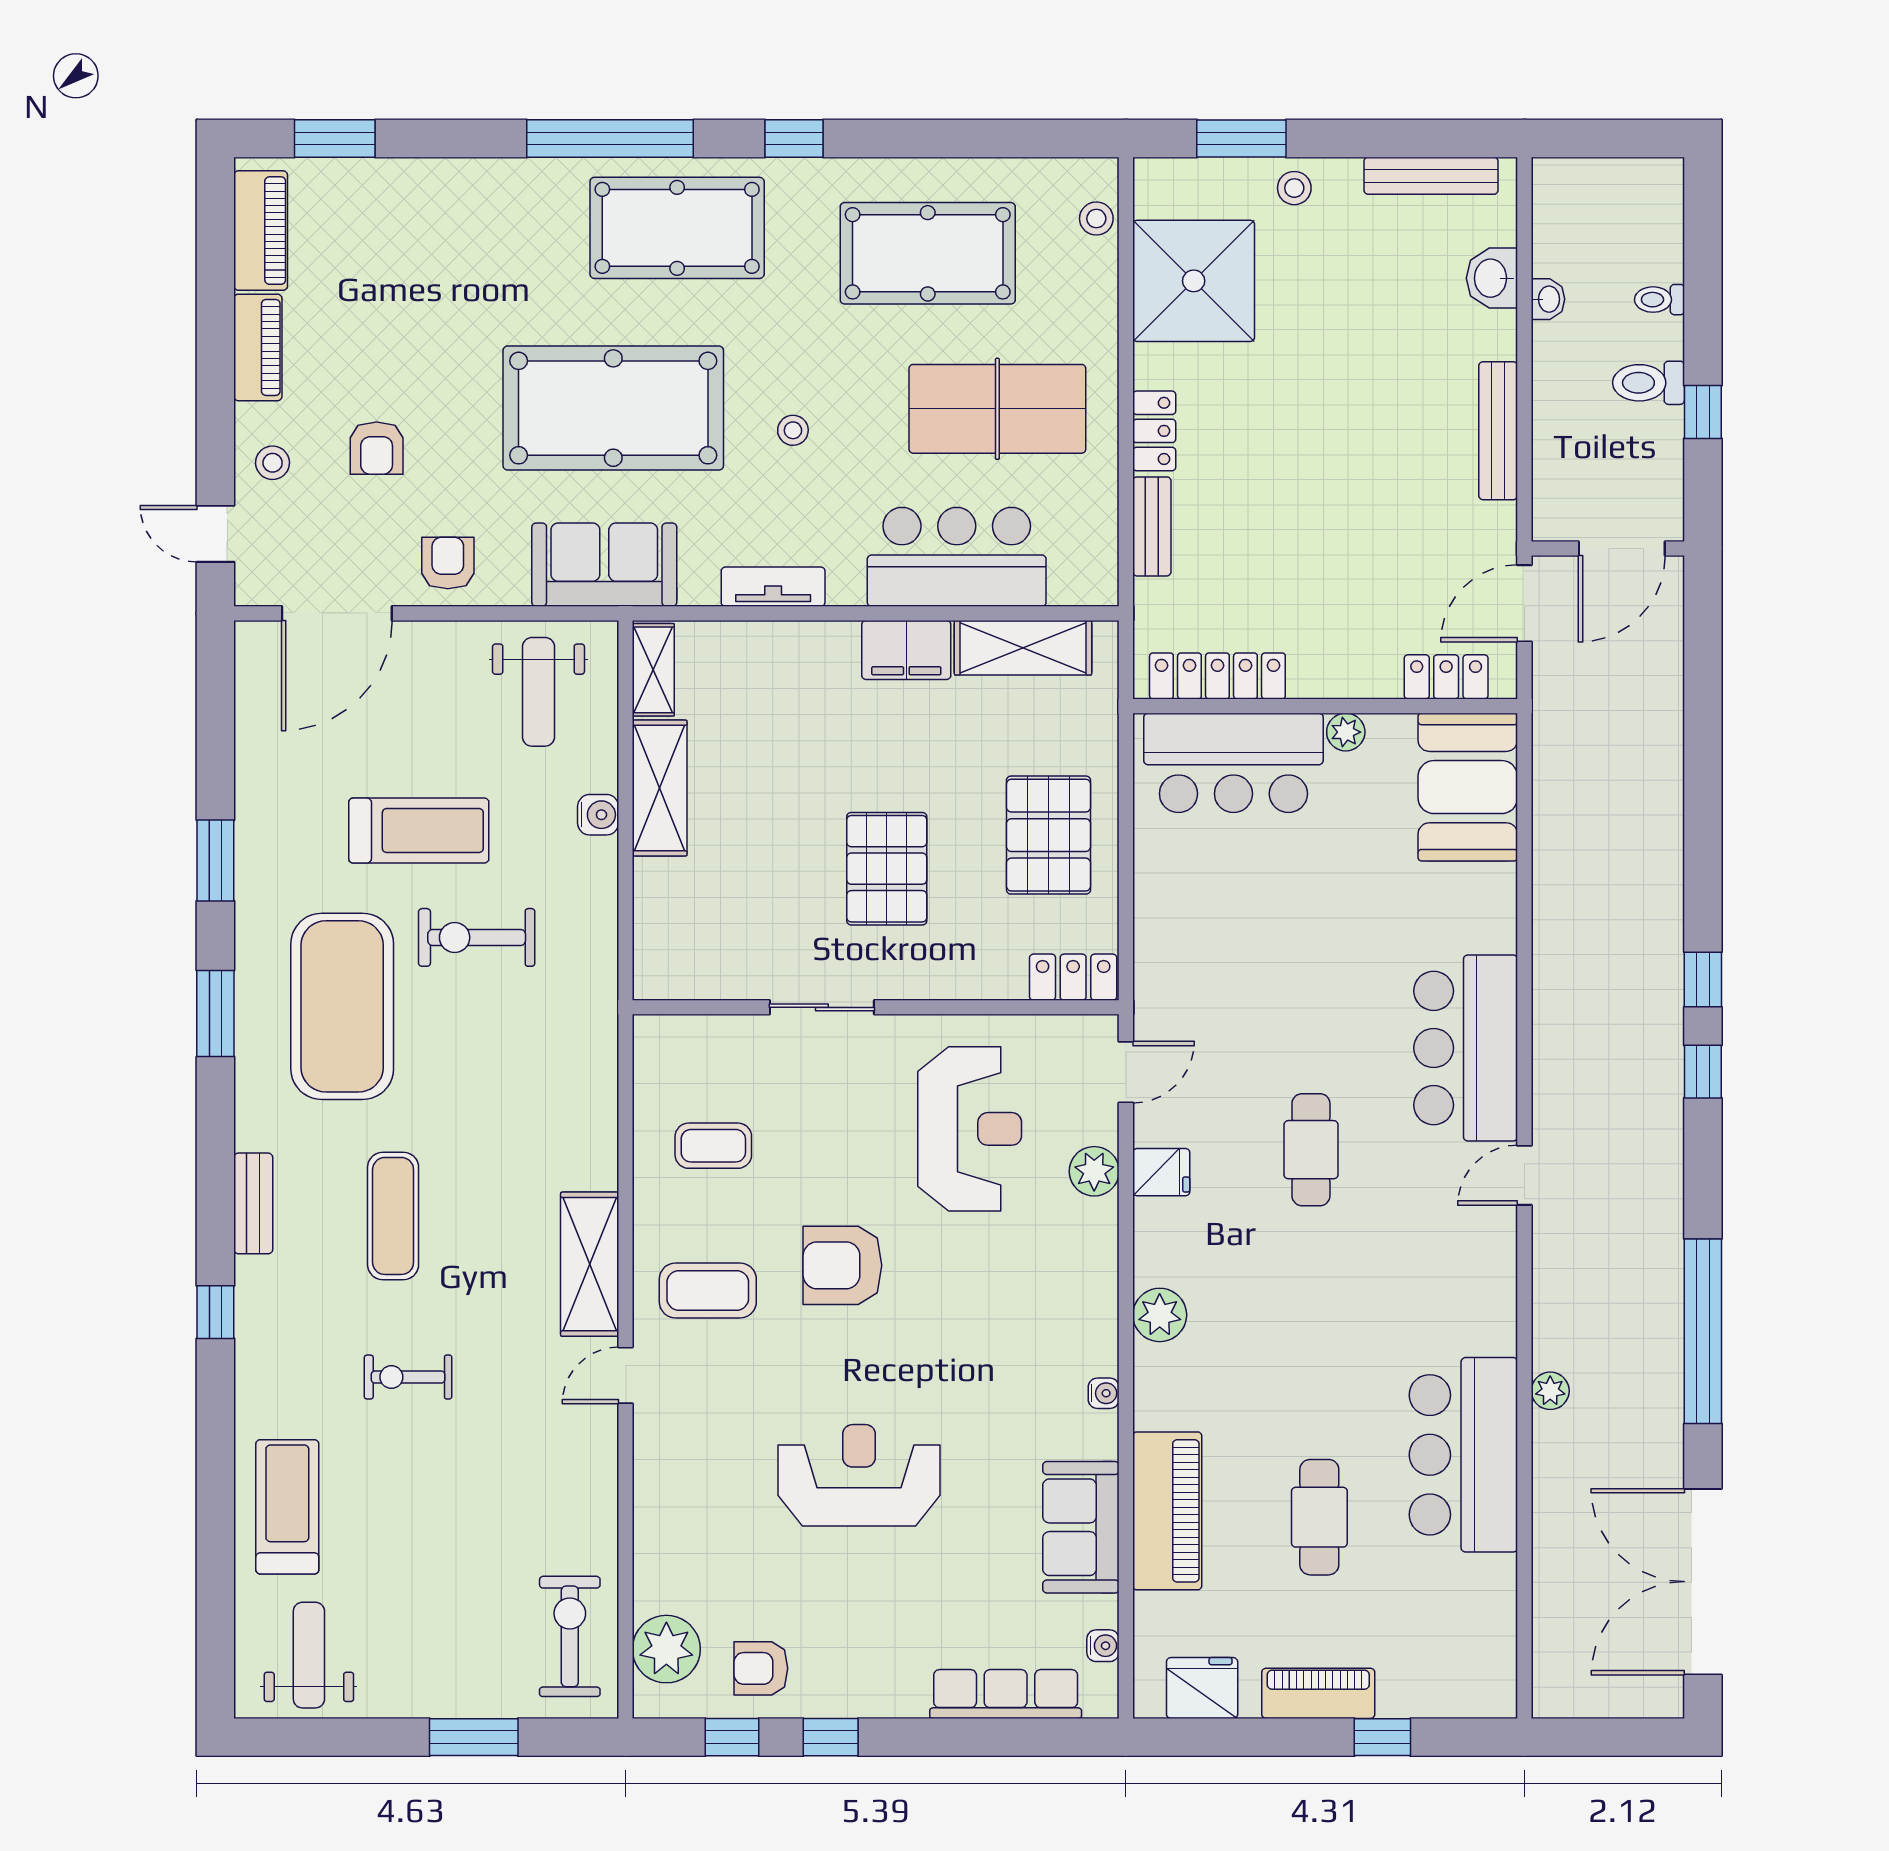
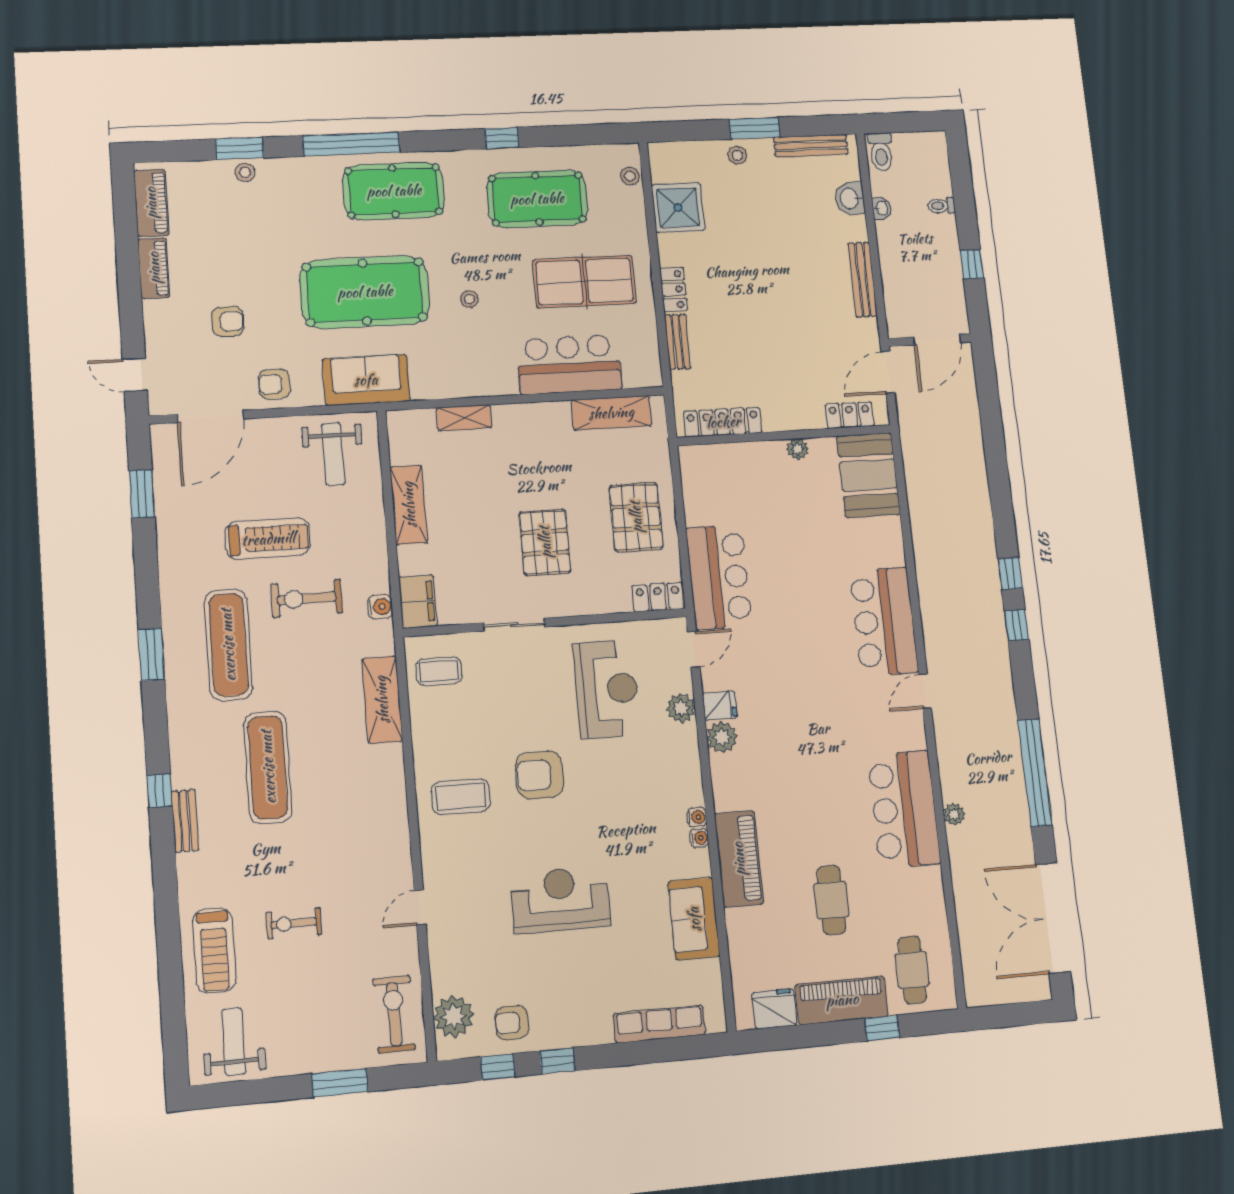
window: (335, 138) -> (240, 148), moved
window: (794, 138) -> (502, 138), moved
window: (1241, 138) -> (755, 128), moved
shower: (1194, 281) -> (678, 208), width x0.73, depth x0.73
toilet: (1648, 383) -> (881, 152), moved, turned -90
armchair: (377, 448) -> (228, 321), turned -90
stool: (273, 463) -> (245, 172), moved
armchair: (448, 563) -> (274, 384), turned -90
tv unit: (773, 587) -> (465, 387), removed
filing cabinet: (906, 650) -> (418, 602), moved, turned -90
shelving: (653, 670) -> (464, 418), moved, turned 90
bar counter: (1233, 763) -> (719, 577), moved, turned -90
water cooler: (598, 815) -> (380, 607), moved
window: (215, 861) -> (142, 494), moved
exercise mat: (342, 1006) -> (228, 645), width x0.68
coffee table: (713, 1146) -> (439, 671), moved
cafe table: (1311, 1150) -> (912, 970), moved
bench: (253, 1203) -> (185, 821), moved
exercise mat: (393, 1216) -> (268, 767), width x1.36, depth x1.45
shelving: (590, 1264) -> (382, 700), moved
window: (215, 1312) -> (160, 791), moved
plant: (1160, 1315) -> (722, 737), moved
door: (626, 1375) -> (420, 907), moved
exercise bike: (408, 1377) -> (294, 923), moved
bar counter: (1463, 1455) -> (904, 809), moved
treadmill: (287, 1507) -> (214, 950), turned 180
piano: (1167, 1511) -> (739, 859), moved
water cooler: (1103, 1646) -> (697, 817), moved
piano: (1318, 1693) -> (842, 1000), width x1.37, depth x1.33

